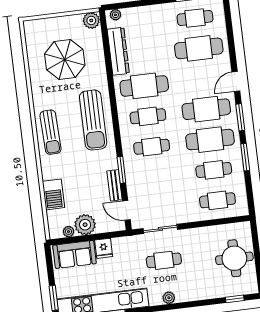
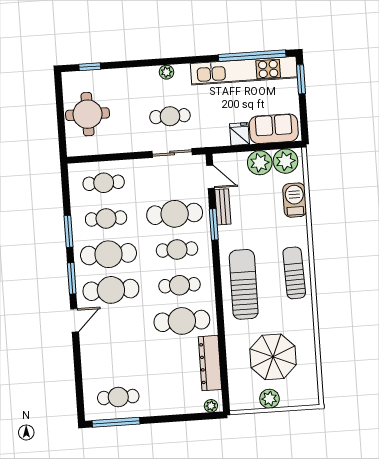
plant: (91, 20) -> (269, 399), moved
cafe table: (199, 48) -> (175, 214), moved
plant: (69, 232) -> (285, 161), width x1.88, depth x1.88

